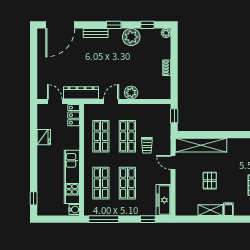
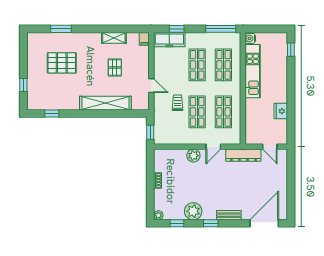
locker: (74, 115) -> (251, 133), removed
shelving: (201, 145) -> (105, 103), moved
freezer: (163, 200) -> (169, 40), moved, turned 90
filing cabinet: (228, 209) -> (144, 39), moved

